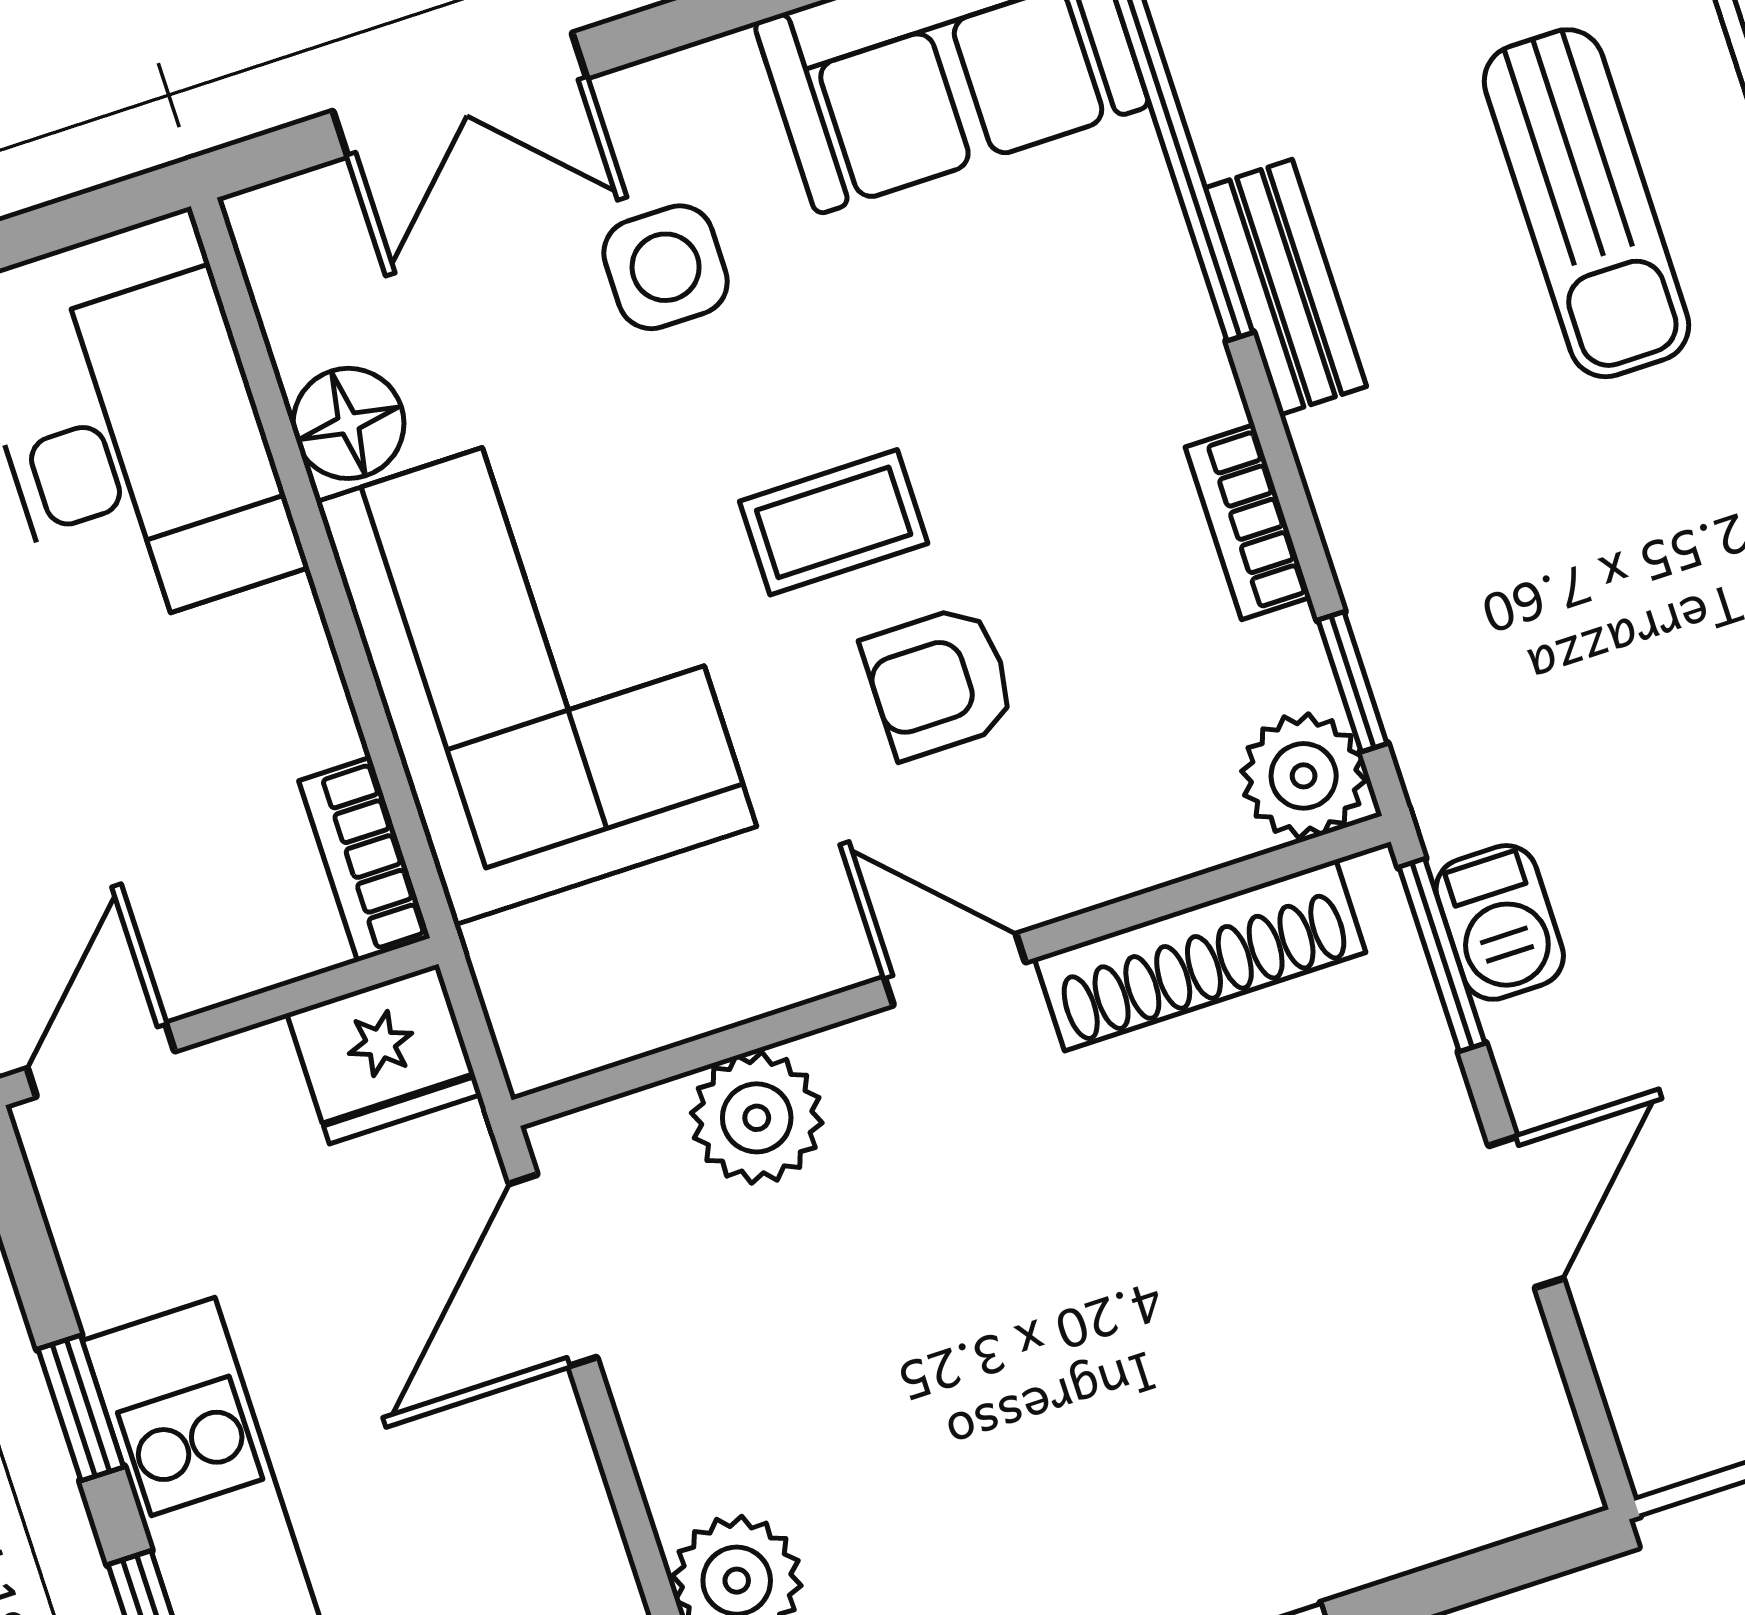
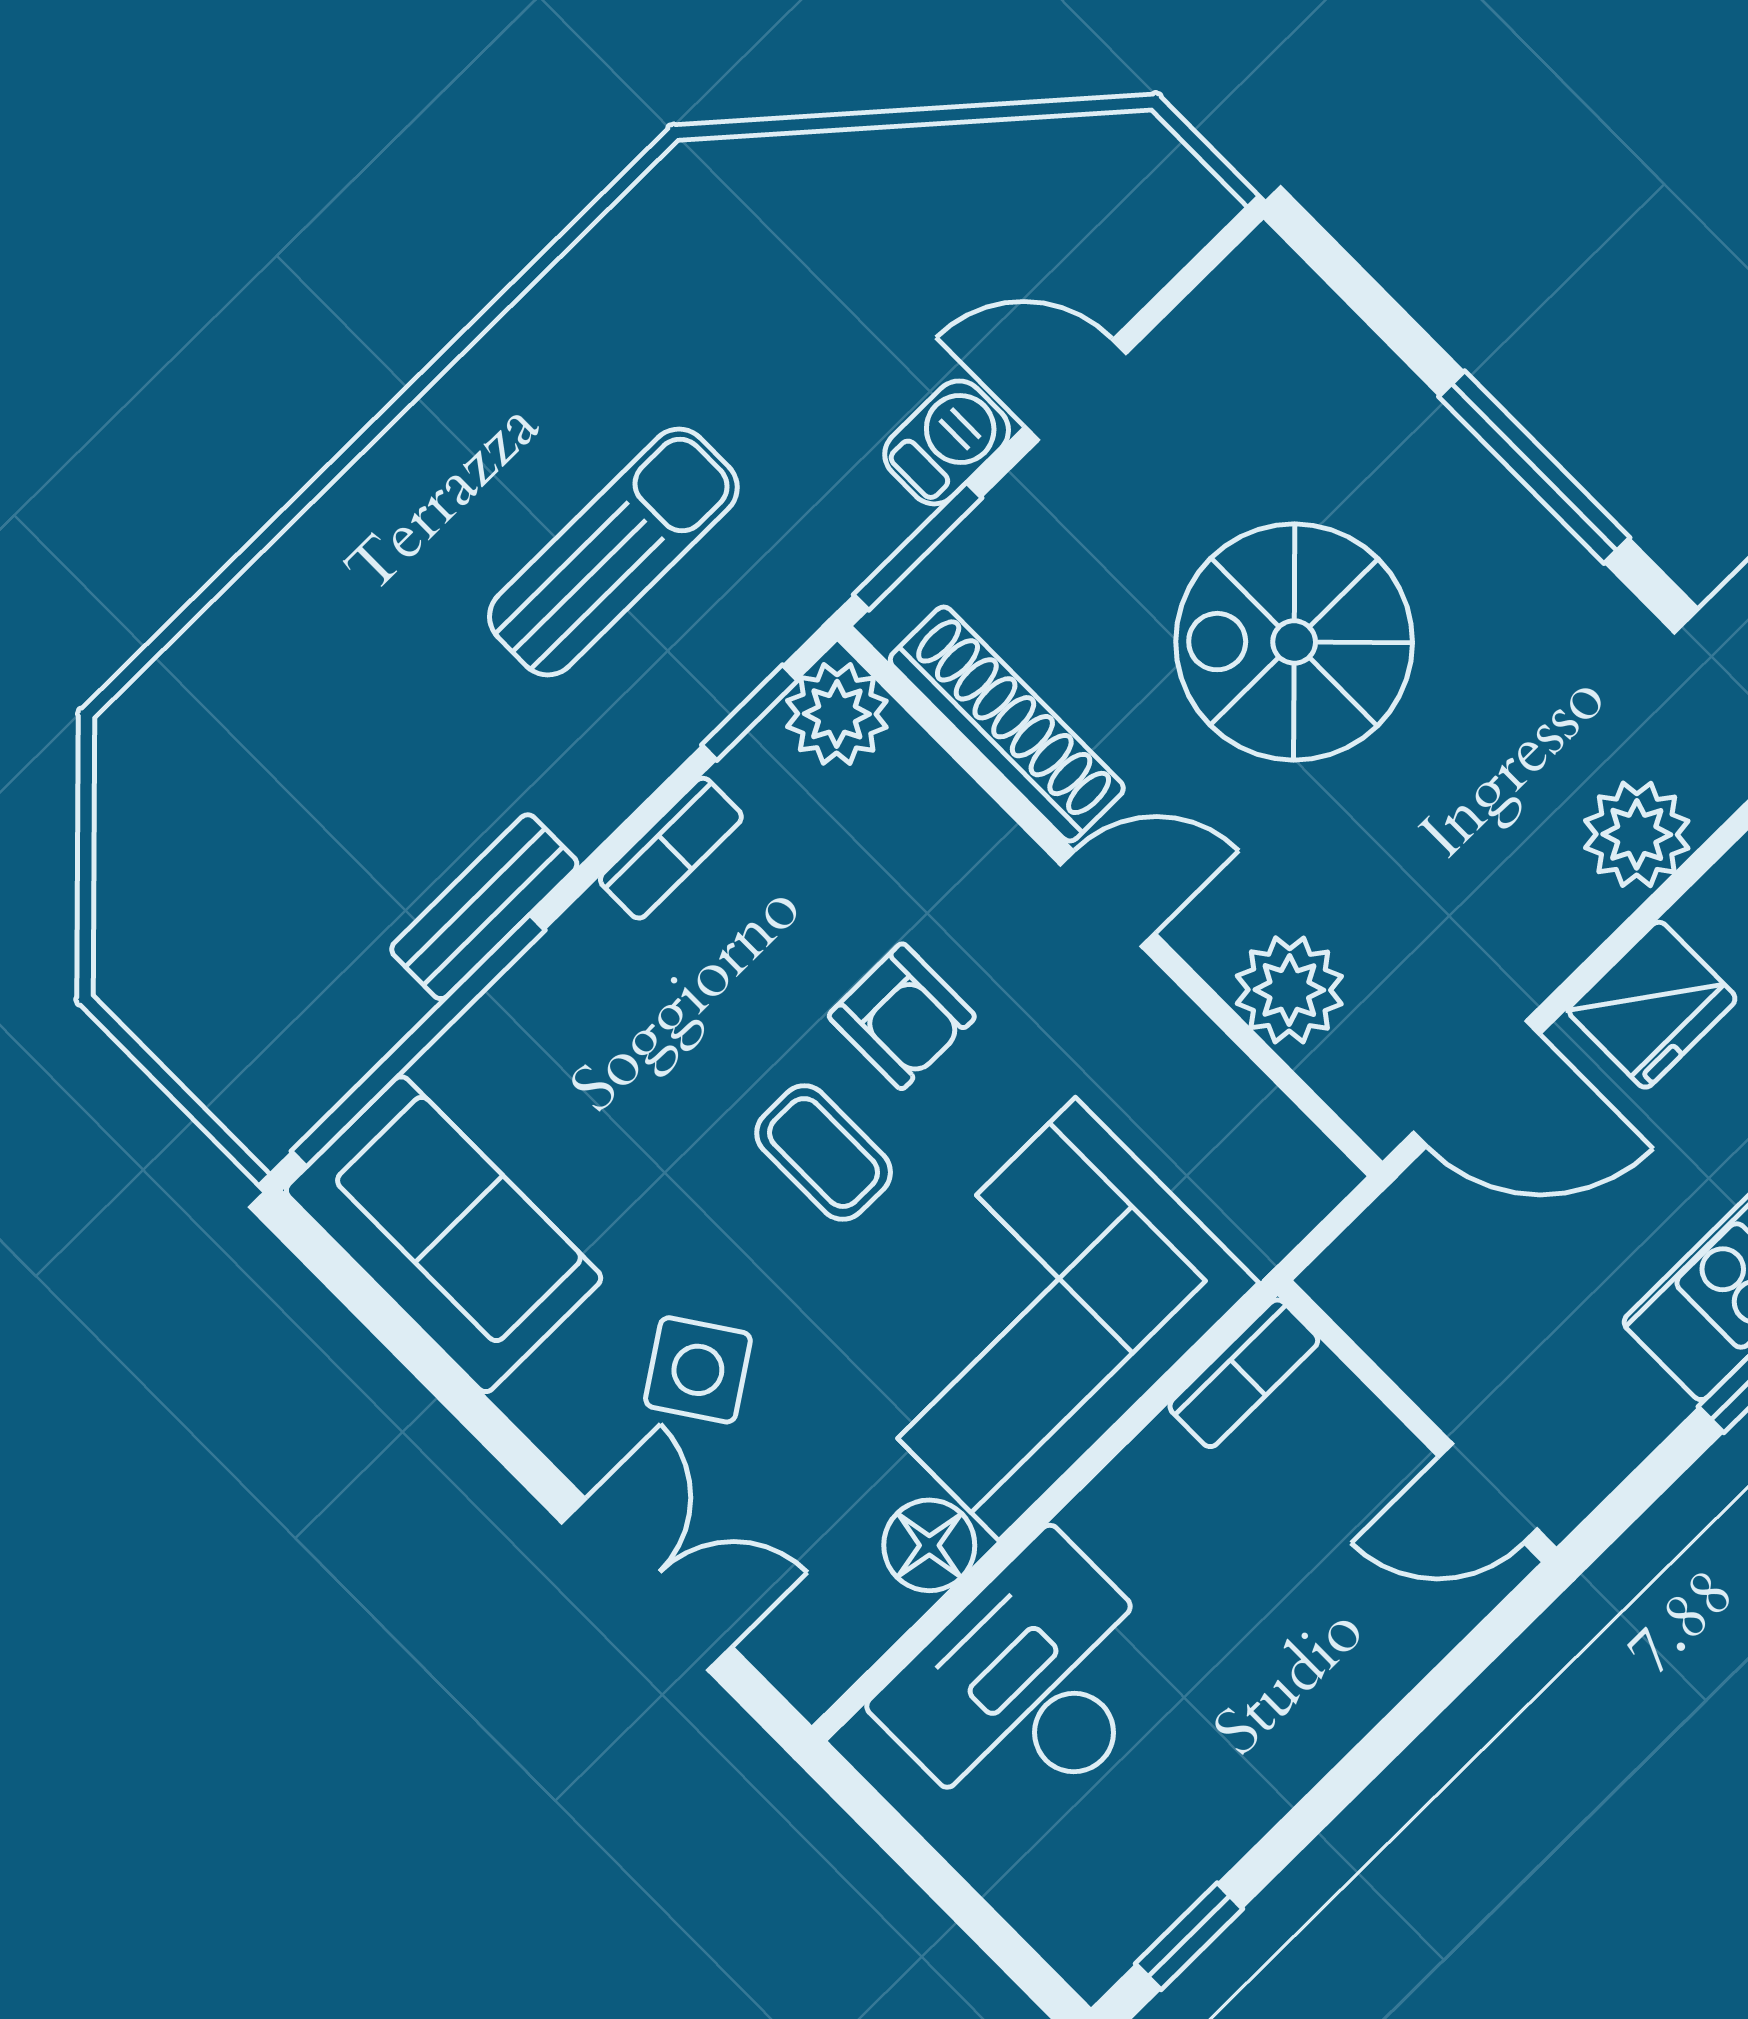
sun lounger: (1586, 203) -> (613, 552), moved
side table: (666, 267) -> (698, 1370), turned -34
barbecue: (1500, 922) -> (947, 442), moved
door: (955, 970) -> (1108, 899), swing flipped
fridge: (384, 1054) -> (1652, 1005), moved, turned 90
spiral stairs: (1133, 1313) -> (1294, 642), added

